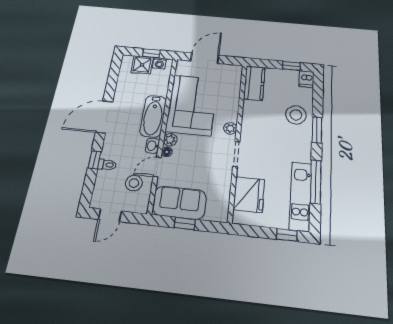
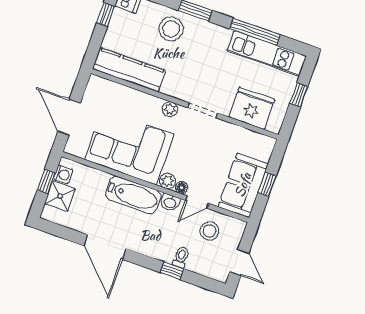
kitchen counter: (254, 83) -> (129, 70), width x1.50
door: (104, 117) -> (105, 247), moved
door: (157, 167) -> (197, 202), hinge flipped
window: (287, 235) -> (299, 95), moved

